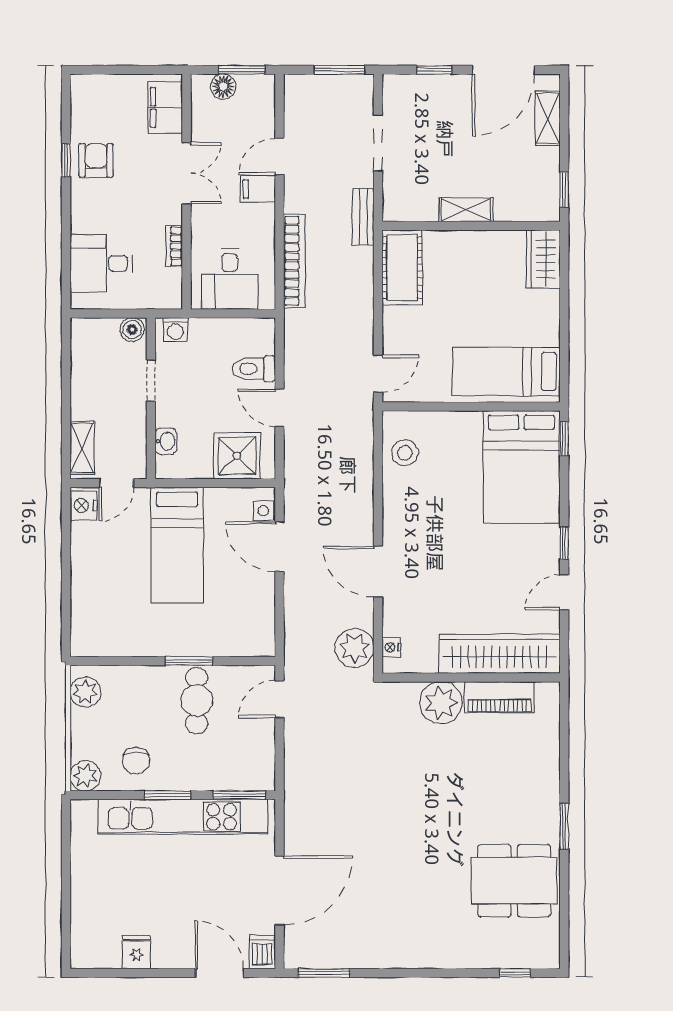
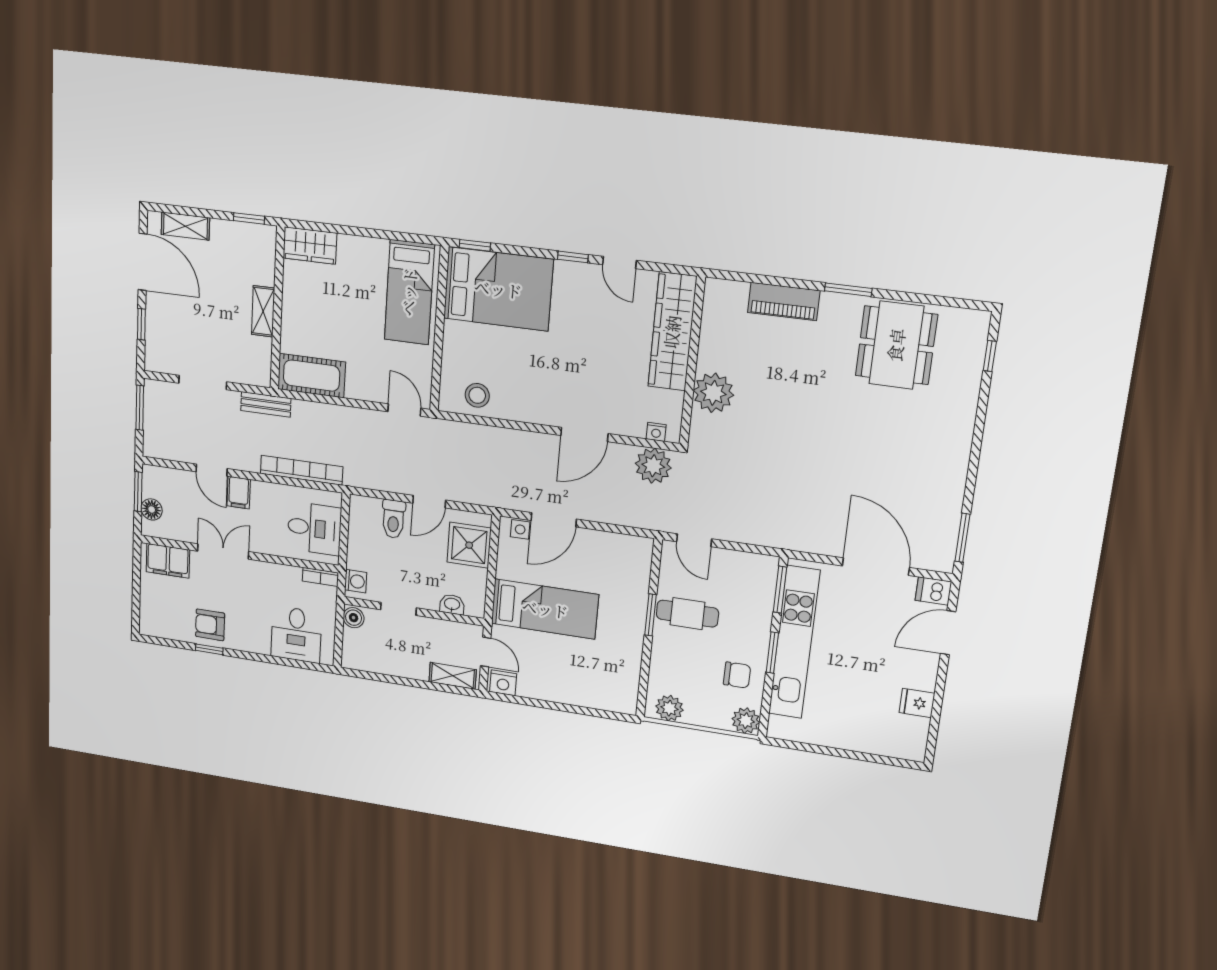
bookcase: (174, 246) -> (320, 577), moved
piano: (499, 697) -> (784, 302), moved, turned 90

